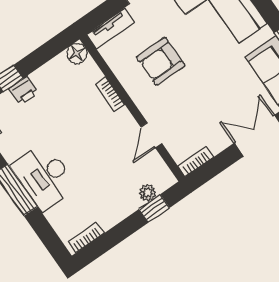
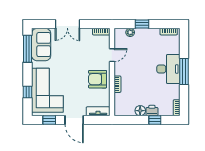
floor lamp: (77, 53) -> (140, 111), moved
armchair: (161, 61) -> (98, 79), moved, turned 180
window: (154, 208) -> (142, 24), moved

